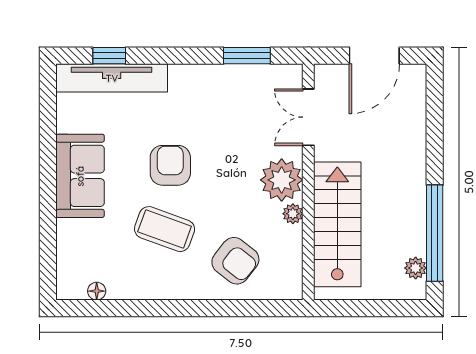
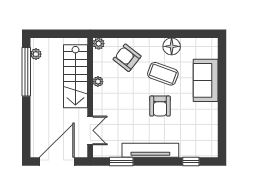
door: (374, 56) -> (57, 162), width x1.36
tv unit: (112, 78) -> (150, 150), moved
sofa: (80, 176) -> (206, 80), moved
plant: (282, 180) -> (99, 44), moved, width x0.53, depth x0.53
floor lamp: (97, 291) -> (172, 46), moved, width x1.89, depth x1.89

